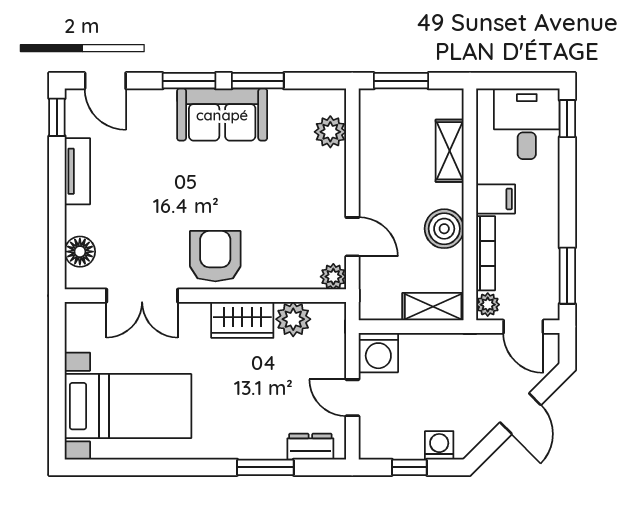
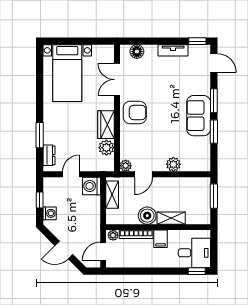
door: (105, 81) -> (214, 63), swing flipped
plant: (330, 132) -> (173, 164), moved
shelving: (450, 151) -> (171, 218), moved
window: (567, 276) -> (126, 271), removed
shelving: (433, 307) -> (112, 195), moved

